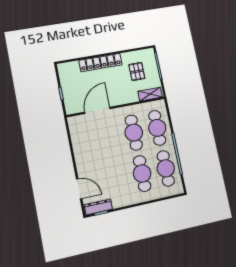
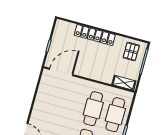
pallet: (137, 71) -> (131, 51), moved
door: (97, 110) -> (61, 72), moved

